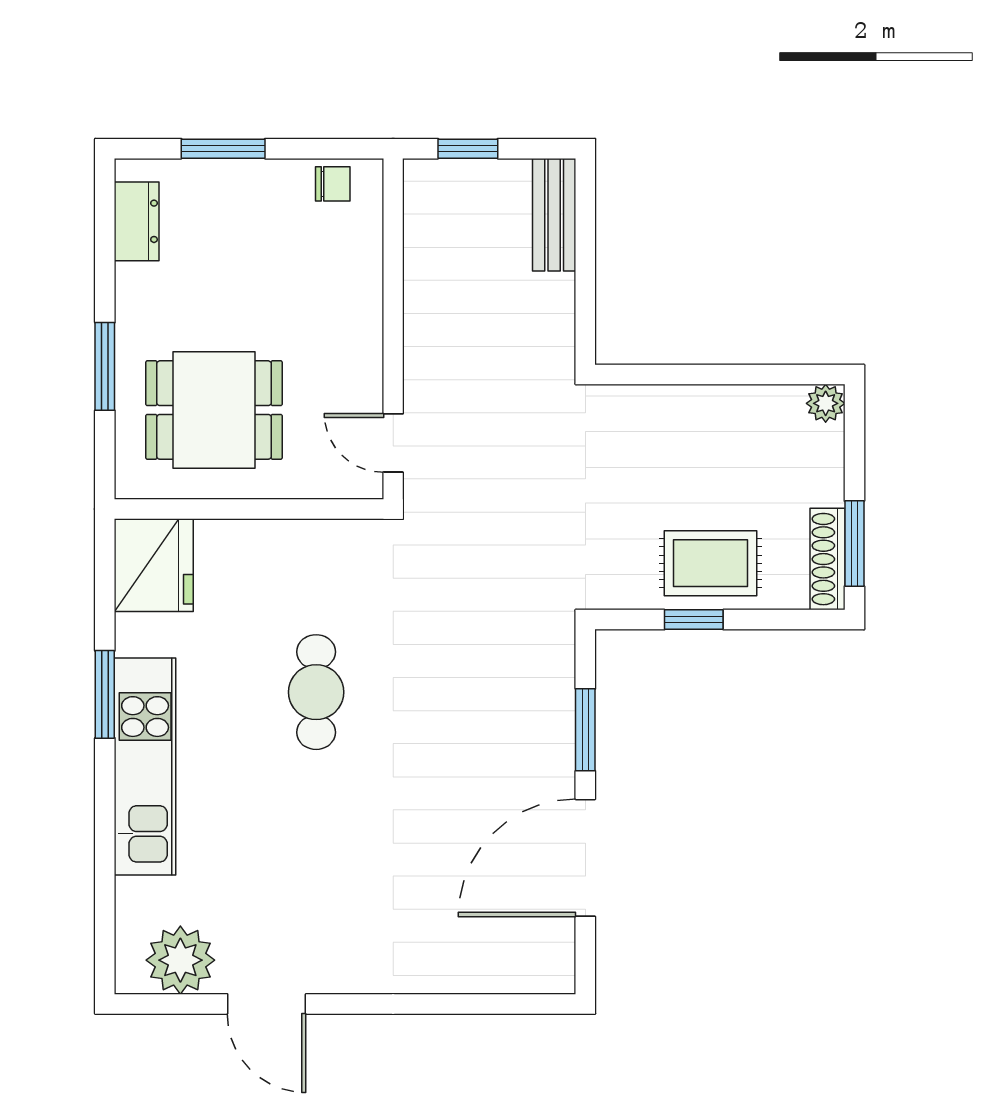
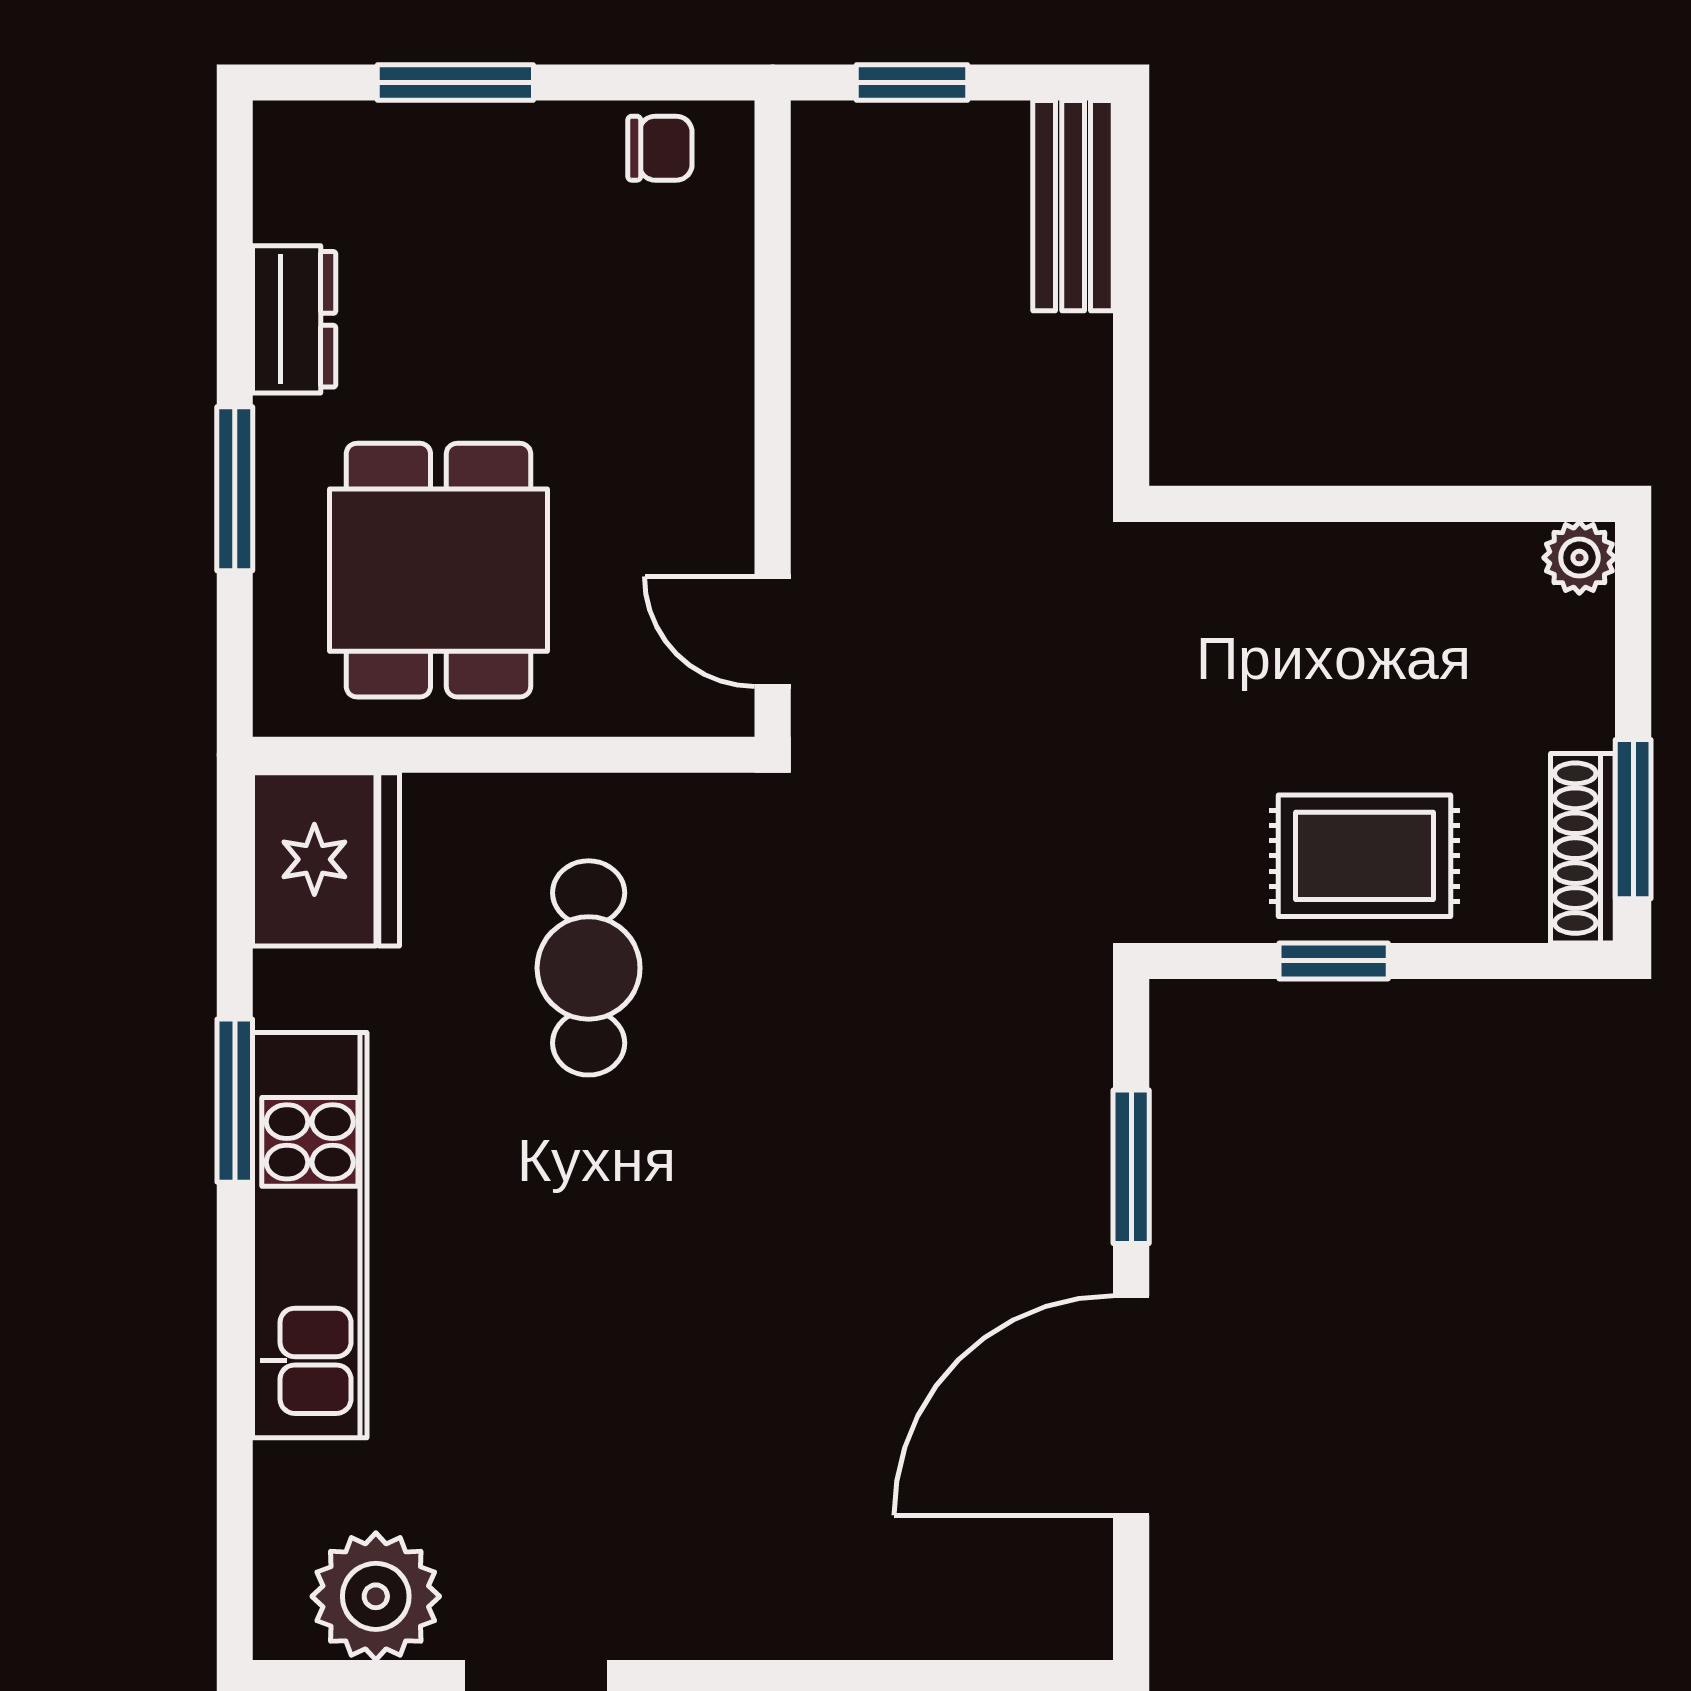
dresser: (137, 221) -> (294, 319), moved
dining table: (214, 410) -> (438, 570), turned 90
cafe table: (316, 692) -> (589, 968), moved

